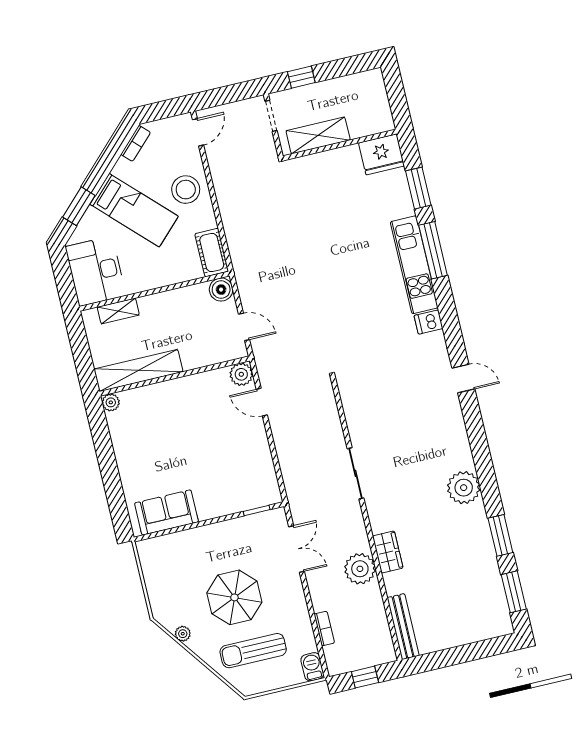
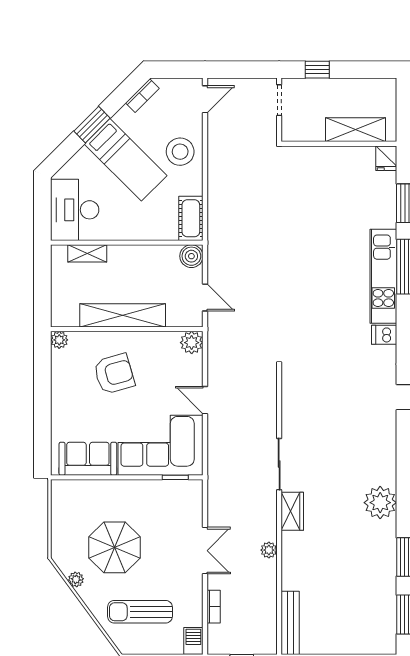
shelving: (318, 135) -> (356, 130), moved
fridge: (382, 154) -> (386, 158), width x0.53, depth x0.75
window: (79, 206) -> (92, 125), moved
shelving: (138, 370) -> (123, 315), moved
door: (262, 402) -> (205, 400), moved
armchair: (172, 423) -> (114, 374), added
corner sofa: (234, 482) -> (160, 445), added
double door: (297, 549) -> (205, 551), moved
wardrobe: (388, 552) -> (292, 511), moved
plant: (360, 569) -> (269, 550), width x0.53, depth x0.53
parasol: (234, 597) -> (114, 547), moved

